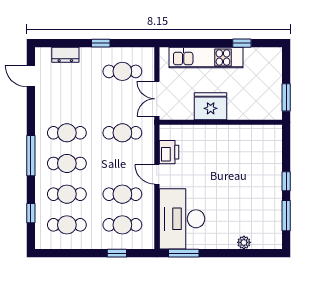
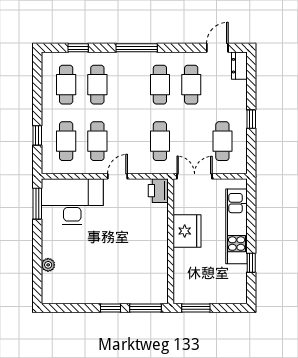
dresser: (65, 55) -> (239, 66), moved
printer: (169, 152) -> (158, 191), moved, turned 90
cafe table: (67, 163) -> (191, 85), moved
window: (286, 216) -> (146, 308), moved

